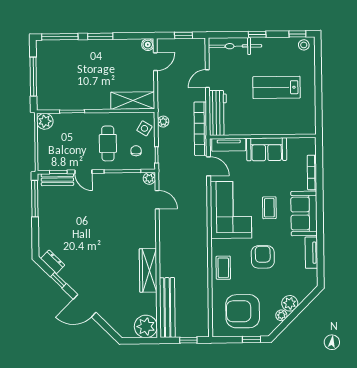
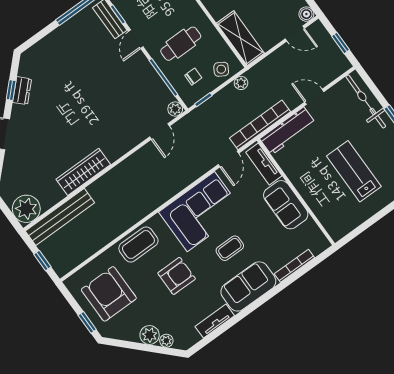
dresser: (53, 262) -> (22, 91), moved
coffee table: (223, 268) -> (138, 244), width x1.36, depth x1.30
plant: (281, 315) -> (166, 341), moved

